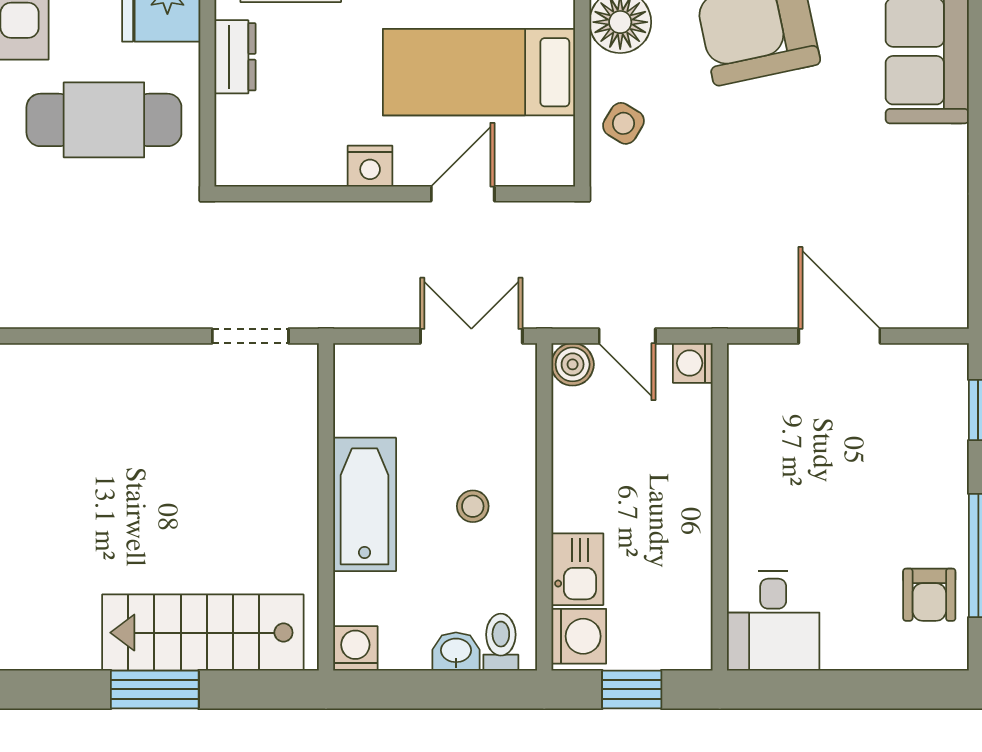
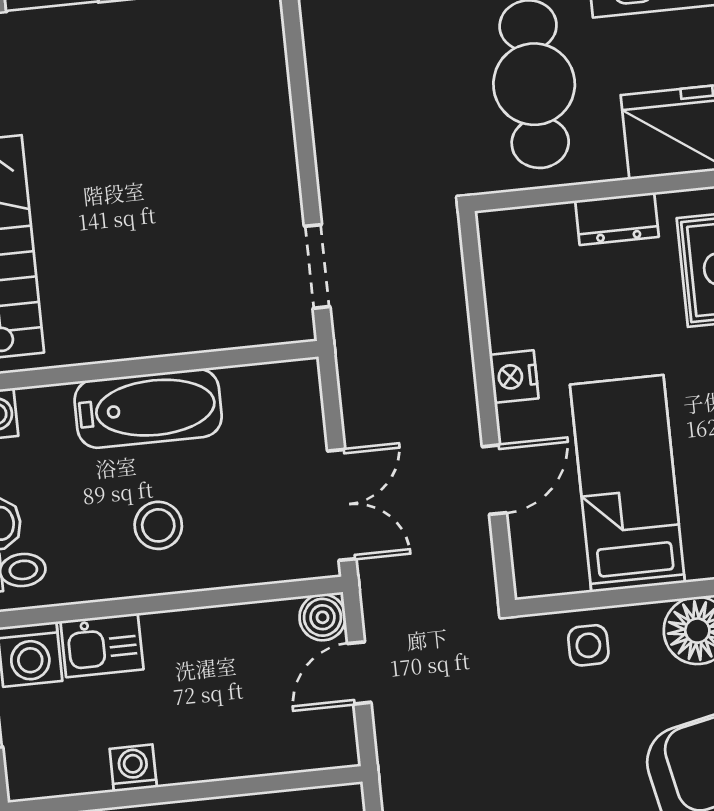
side table: (623, 123) -> (588, 645), turned -31
door: (463, 194) -> (494, 480), hinge flipped
washing machine: (693, 363) -> (133, 768), moved
stool: (473, 506) -> (158, 525), width x1.37, depth x1.37

